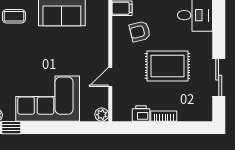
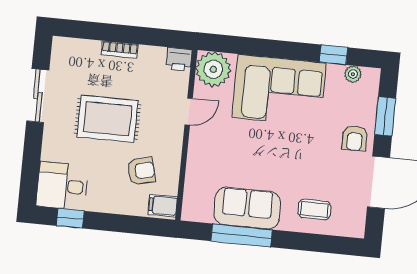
printer: (141, 113) -> (179, 59), moved
plant: (102, 115) -> (213, 69), width x1.88, depth x1.88

